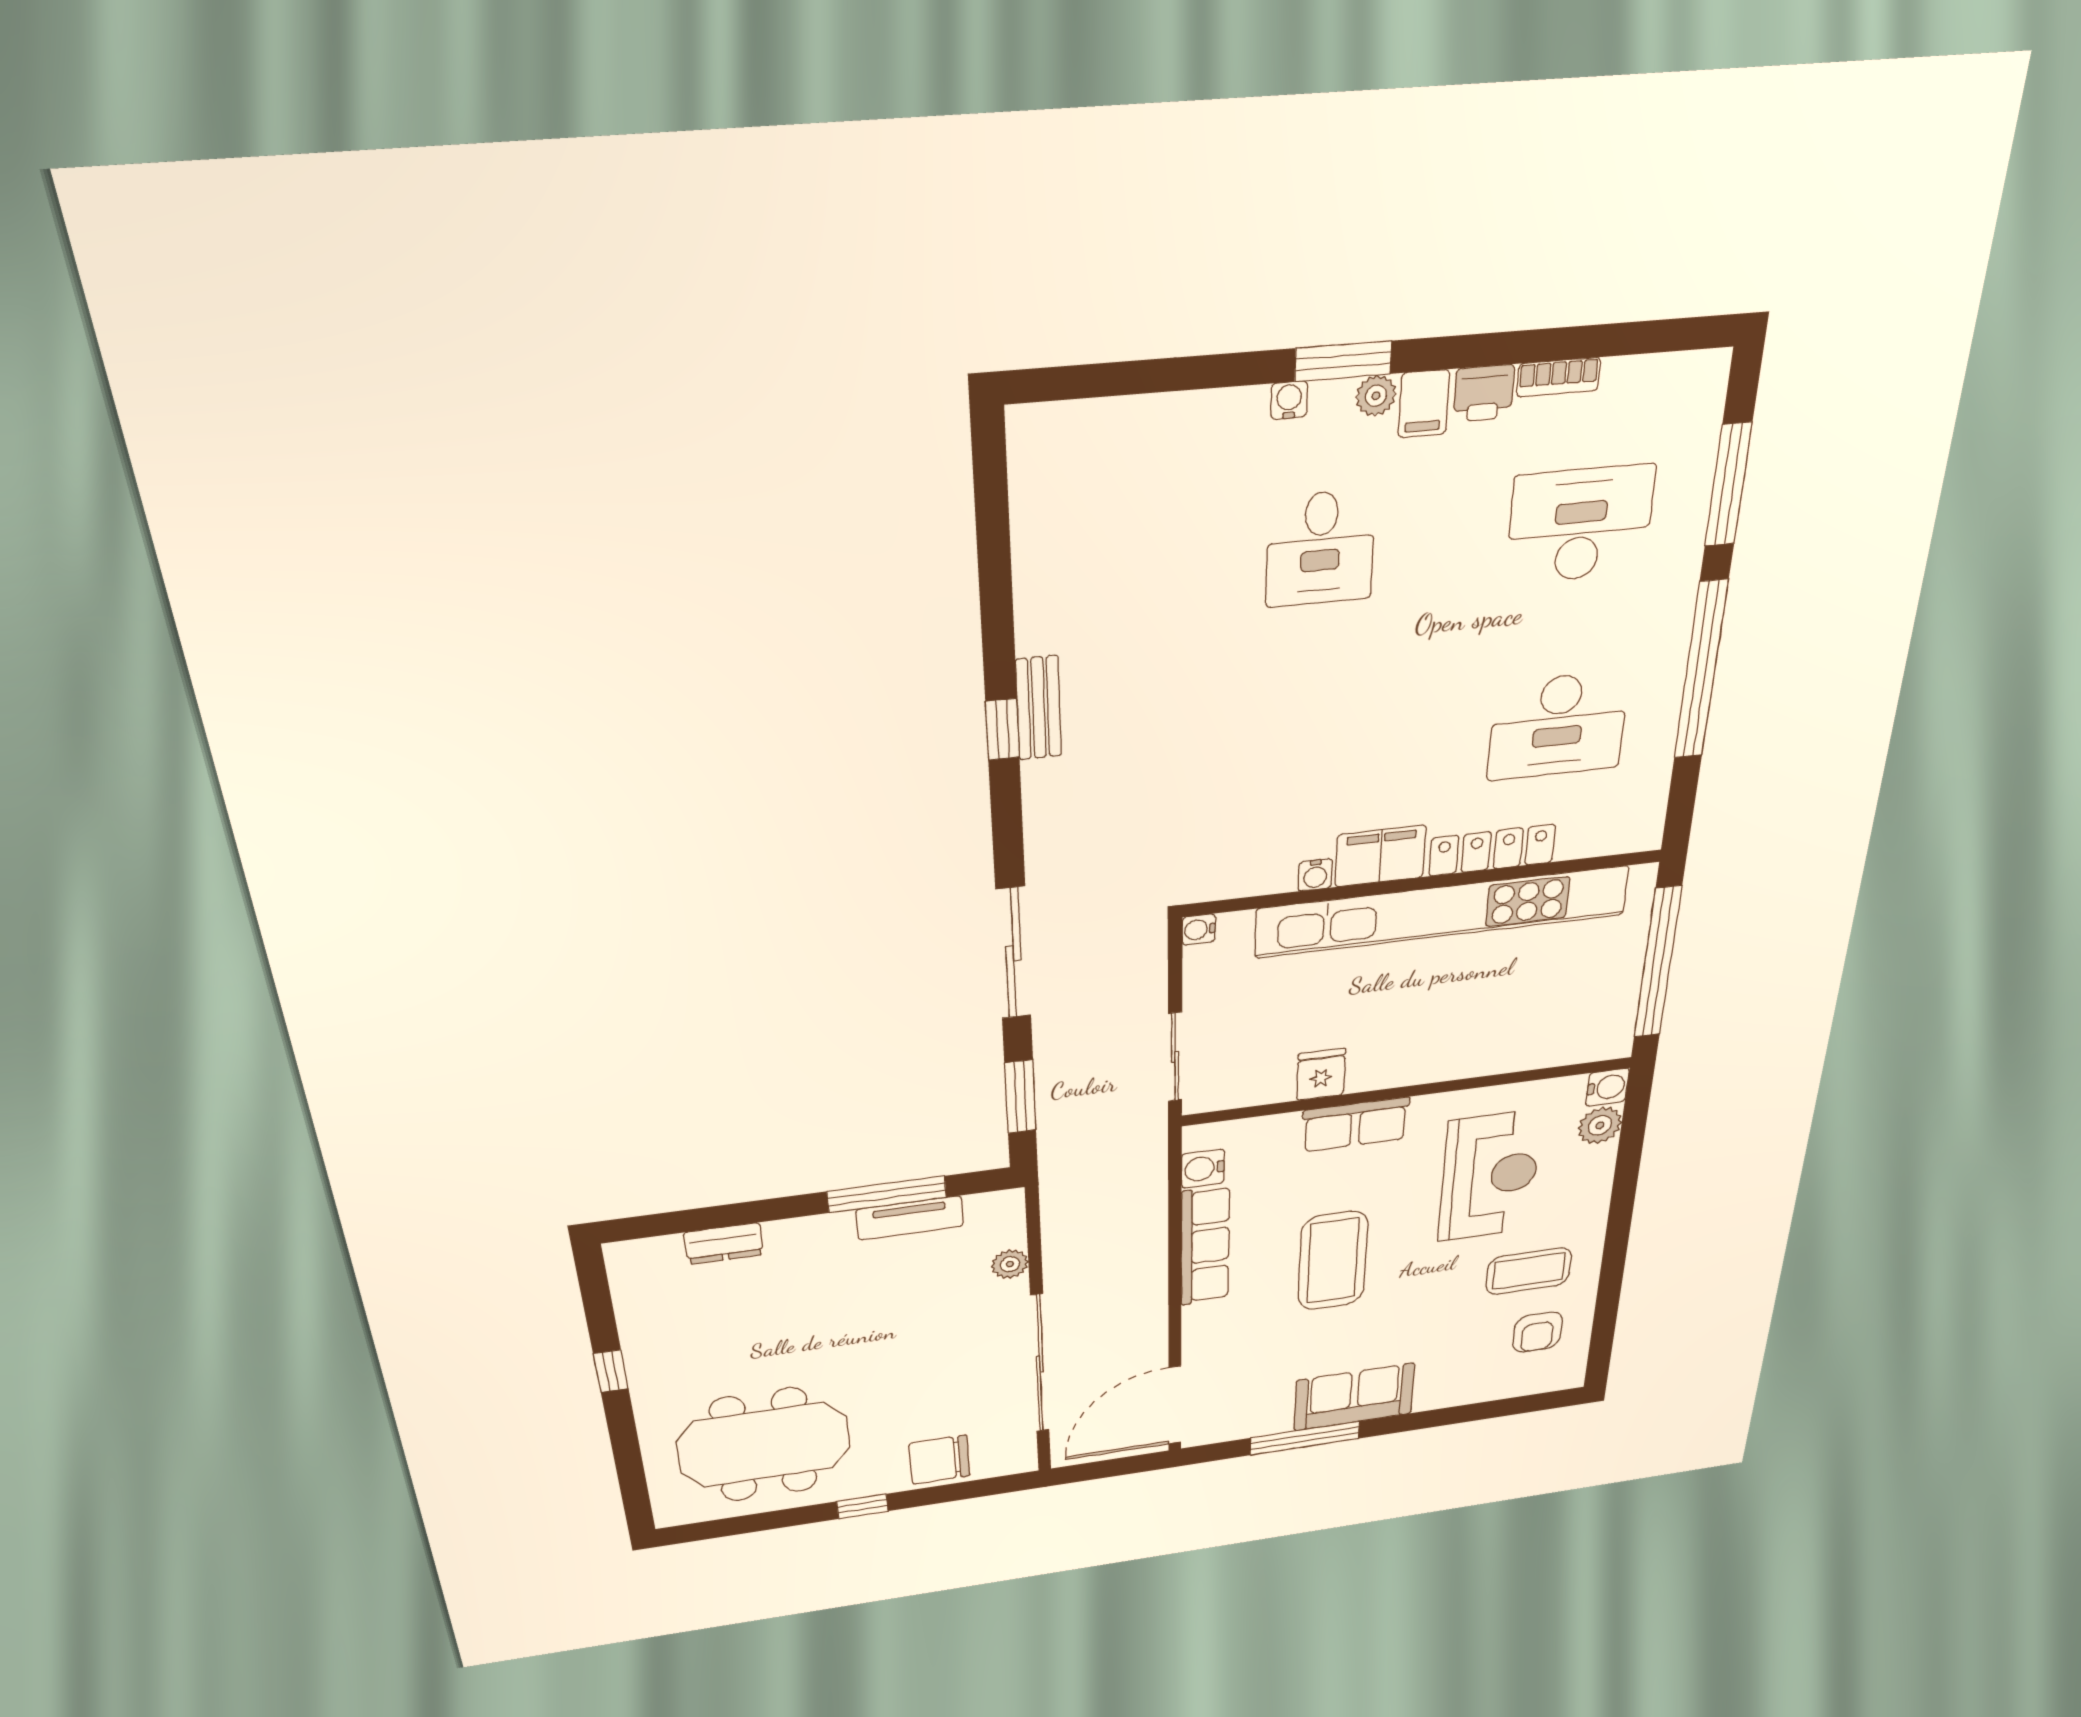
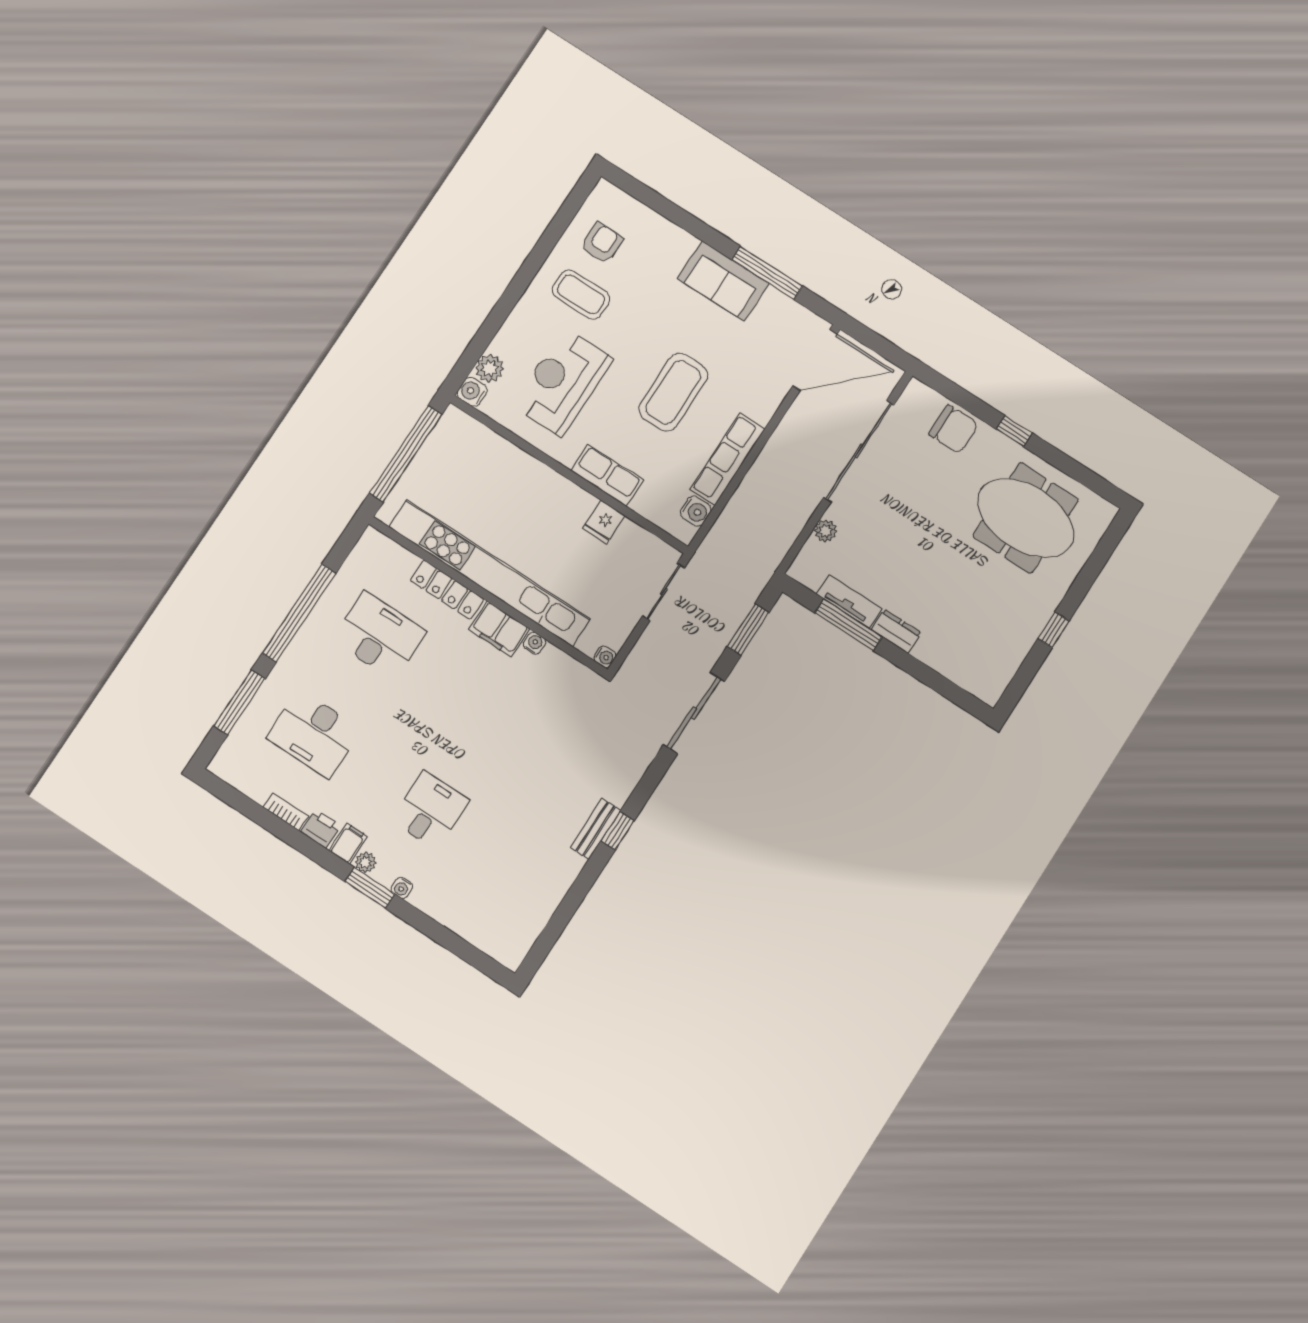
dresser: (724, 1244) -> (896, 631), moved

